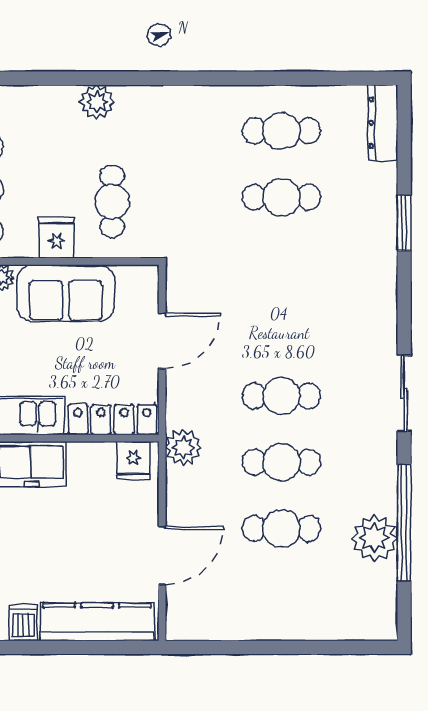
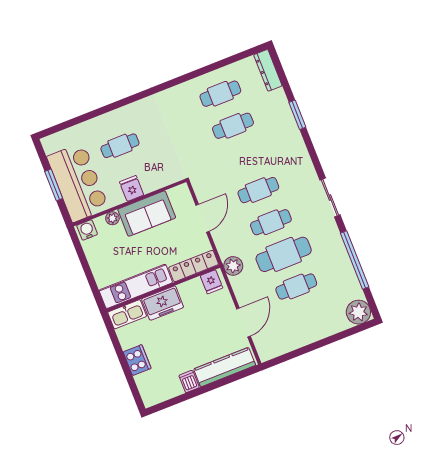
plant: (97, 102) -> (125, 115), removed
cafe table: (112, 201) -> (120, 146), moved, turned 90
cafe table: (281, 330) -> (258, 190), added
cafe table: (281, 462) -> (284, 254), width x1.37, depth x1.35
plant: (374, 538) -> (358, 312), moved

